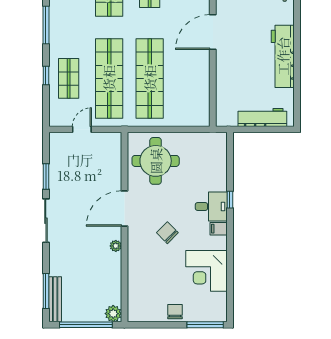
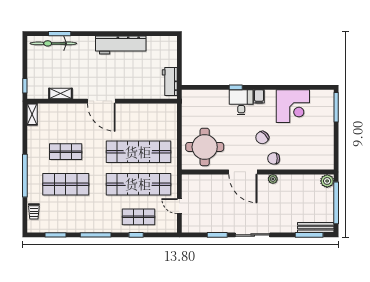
workbench: (262, 117) -> (170, 81), moved, width x0.73
chair: (175, 312) -> (274, 158), moved

